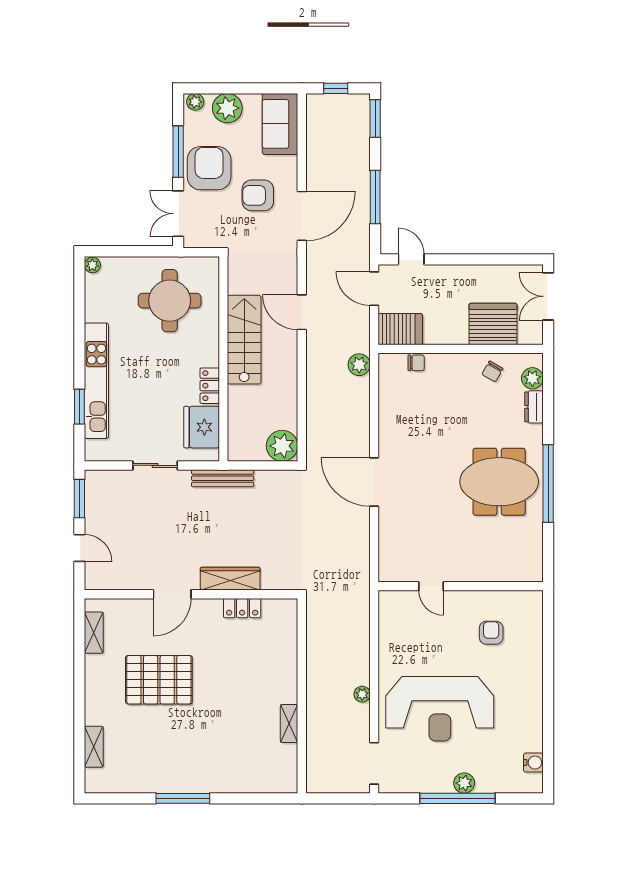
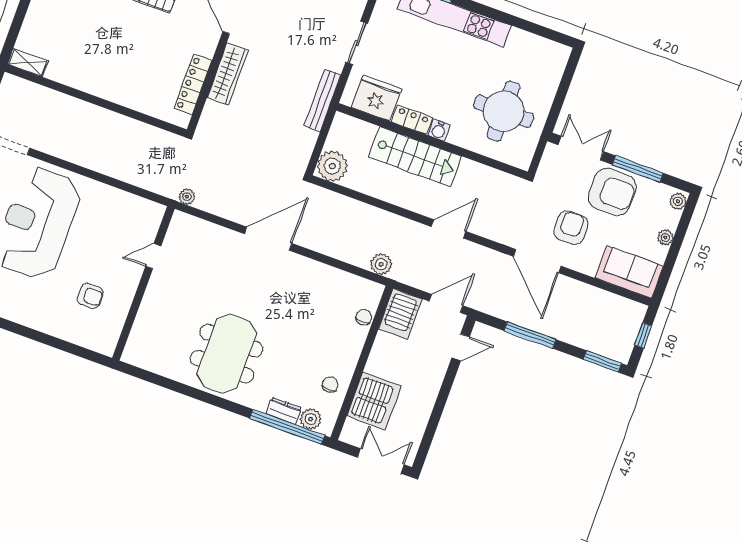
plant: (227, 108) -> (665, 237), width x0.53, depth x0.53
plant: (92, 265) -> (562, 52), removed
stairs: (244, 340) -> (415, 157), moved
water cooler: (210, 356) -> (439, 130), added
chair: (416, 363) -> (364, 317), turned 180
chair: (492, 371) -> (330, 385), turned 60
window: (548, 483) -> (287, 427), moved
locker: (242, 608) -> (193, 84), width x1.53
plant: (362, 694) -> (187, 197), moved
shelving: (289, 723) -> (28, 63), moved

